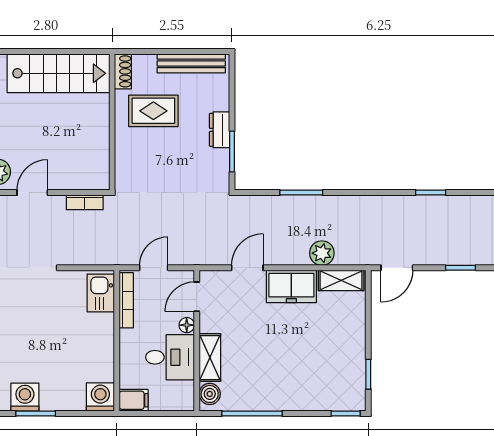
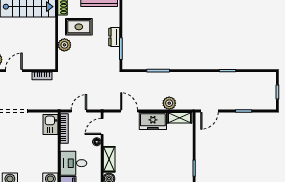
plant: (127, 144) -> (64, 45), added
door: (247, 268) -> (129, 111), hinge flipped
desk: (170, 357) -> (74, 163), moved, turned 180

